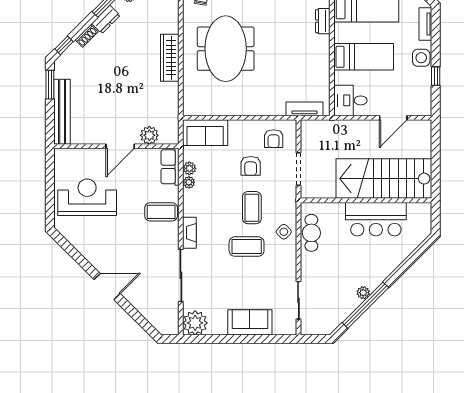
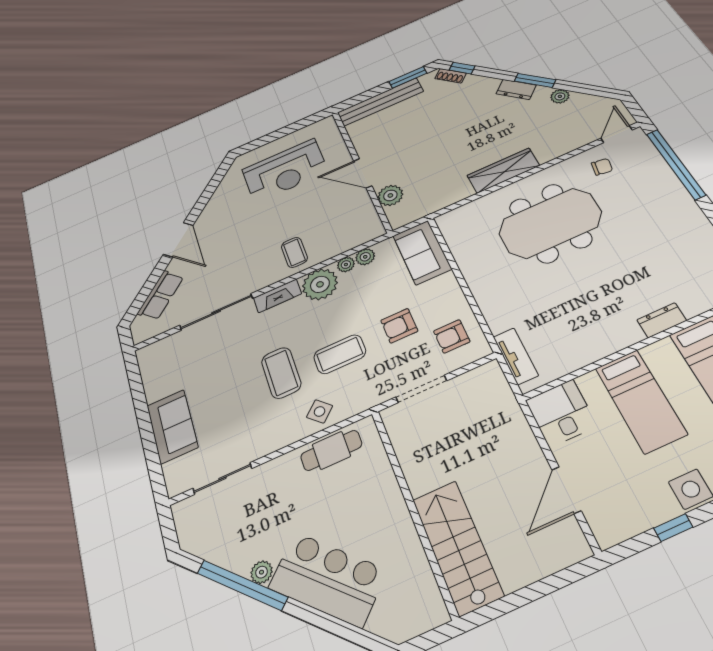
shoe rack: (87, 36) -> (450, 76), moved
door: (393, 118) -> (566, 490), hinge flipped
row of seats: (170, 167) -> (161, 295), moved, turned 135
stairs: (384, 179) -> (457, 547), width x0.73, depth x0.66
reception desk: (87, 197) -> (285, 171), turned 90
coffee table: (161, 212) -> (294, 252), width x0.73, depth x0.77
bar counter: (376, 219) -> (327, 579), moved, turned 135
plant: (195, 323) -> (320, 284), moved

